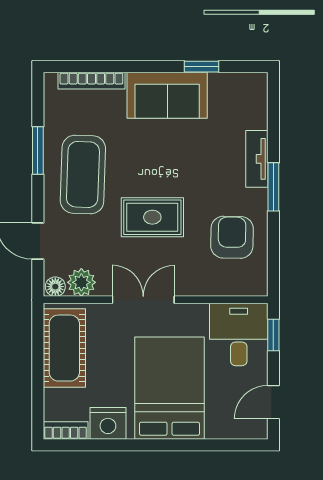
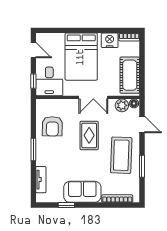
tv unit: (257, 159) -> (41, 180), moved
rug: (152, 217) -> (89, 135), turned 90
door: (273, 402) -> (33, 50), hinge flipped

